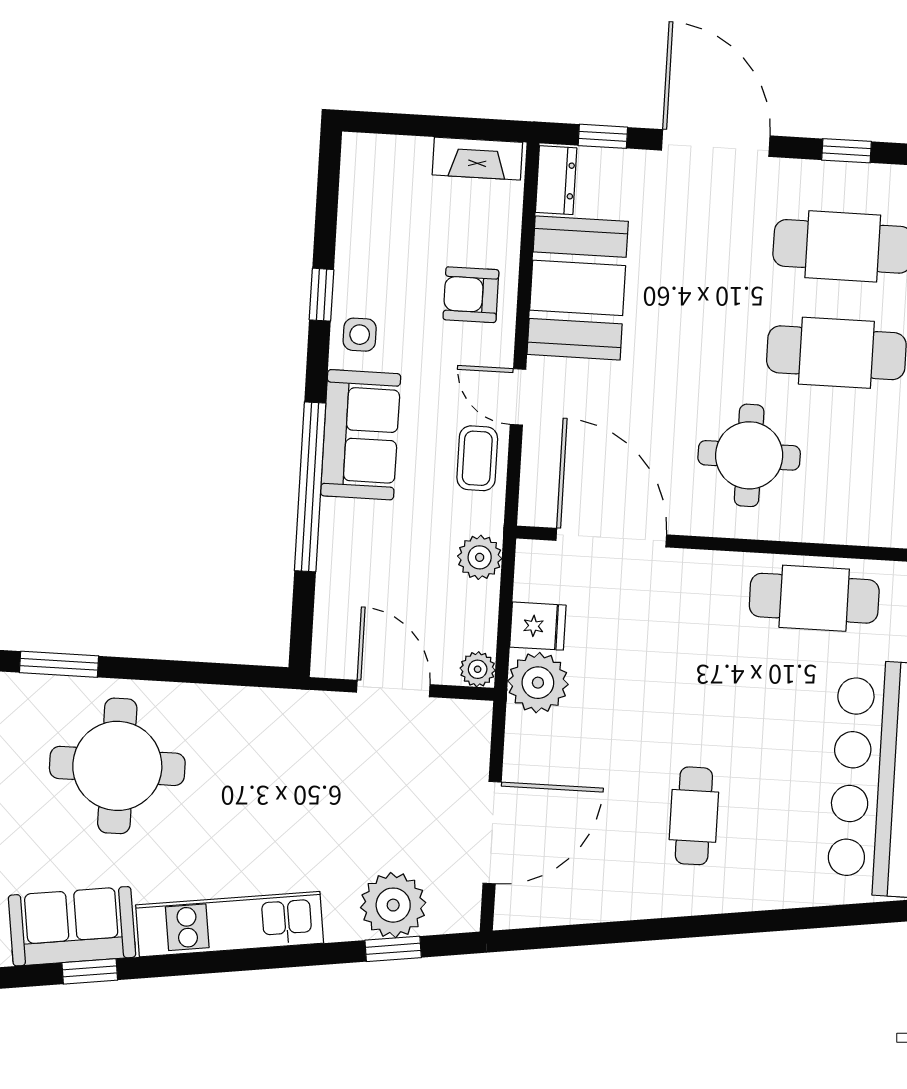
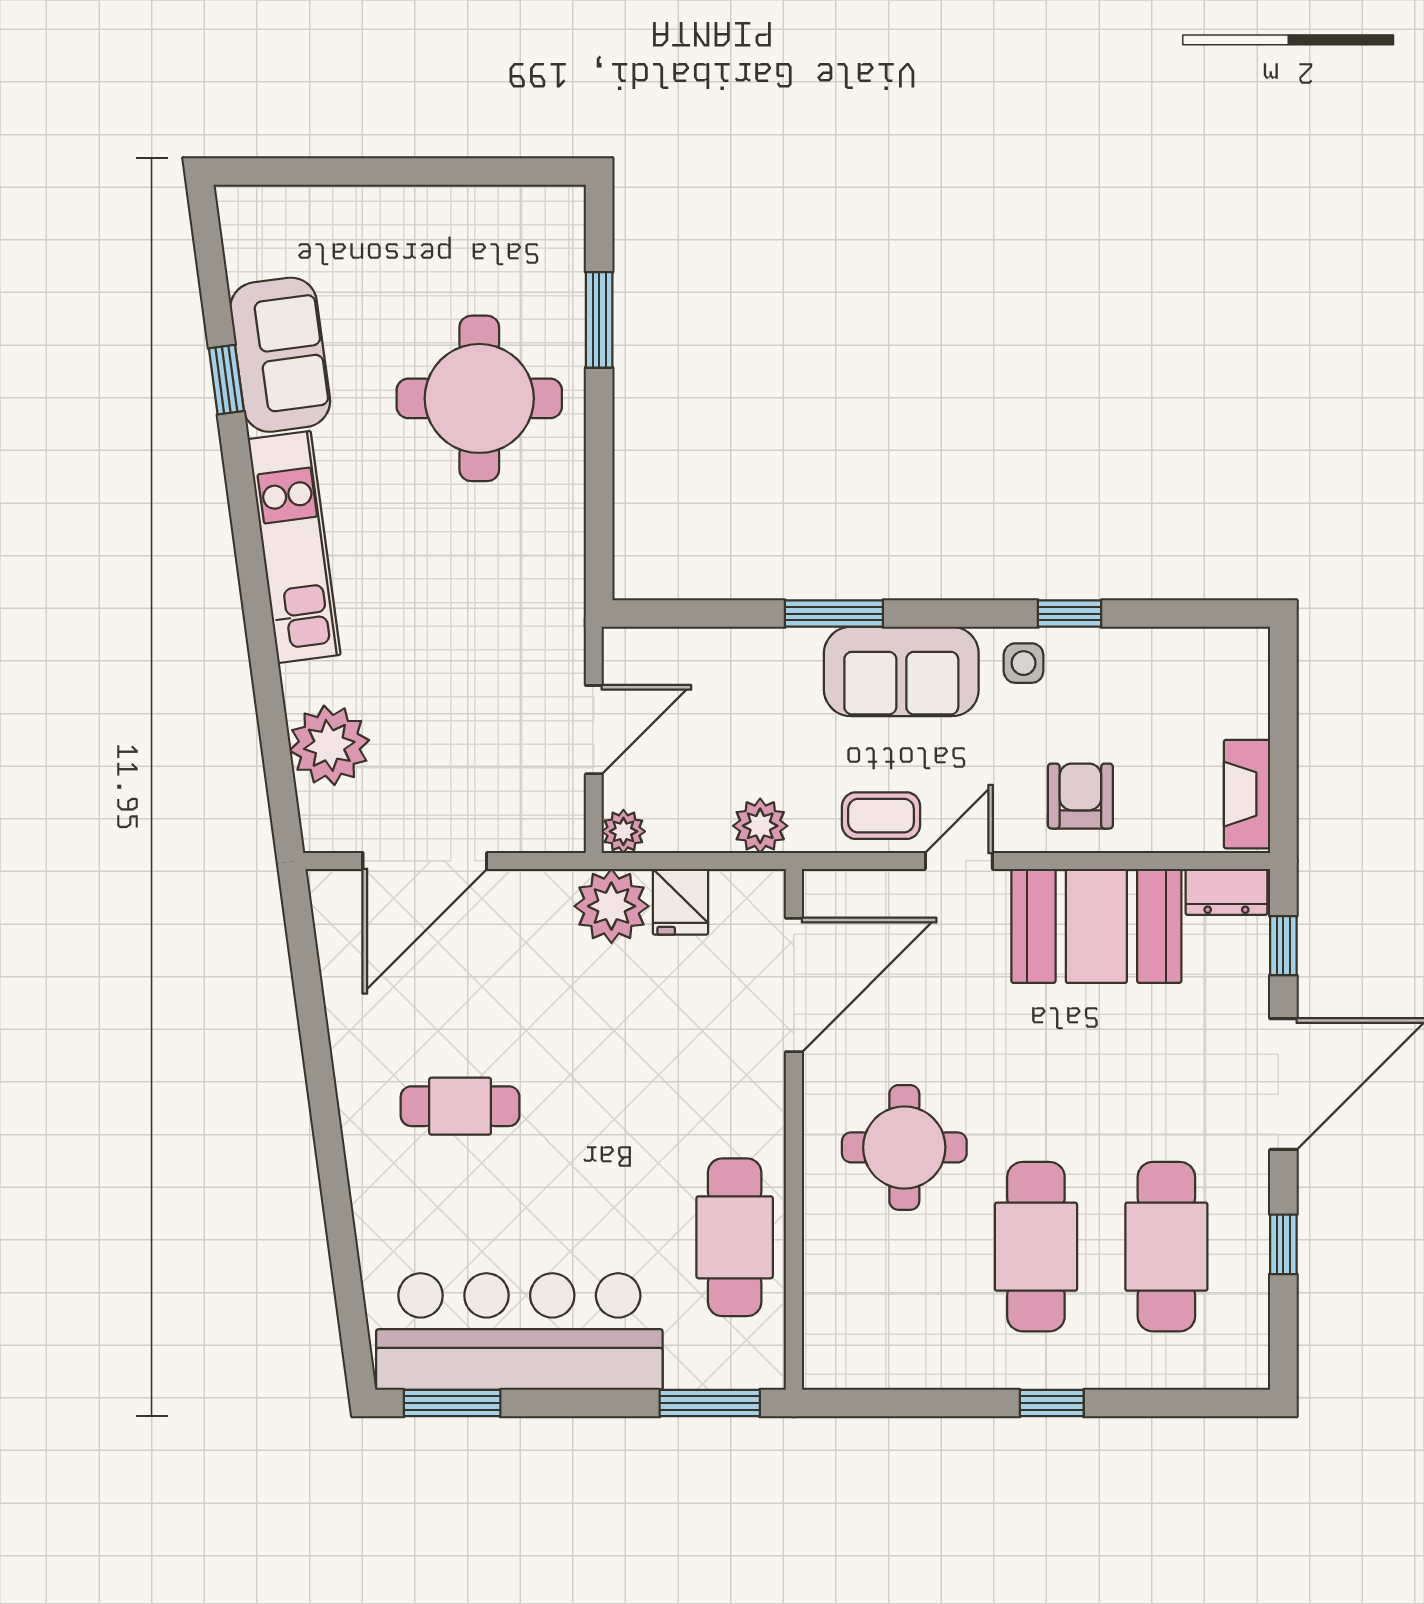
window: (310, 487) -> (834, 614), width x0.47
door: (492, 833) -> (425, 861), hinge flipped
window: (393, 949) -> (276, 749), removed

